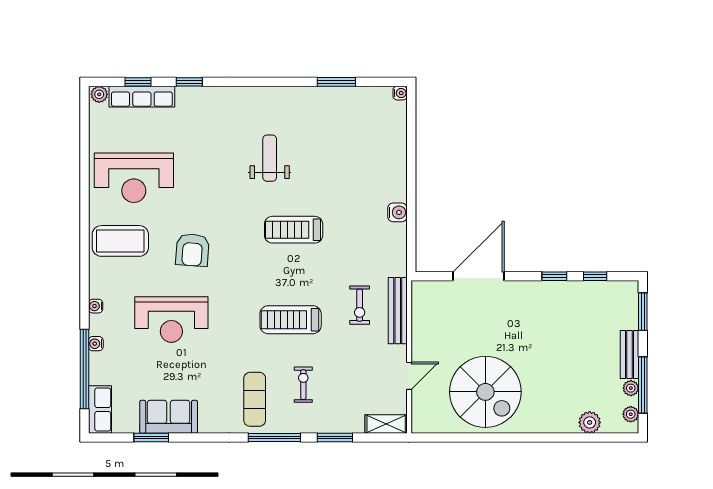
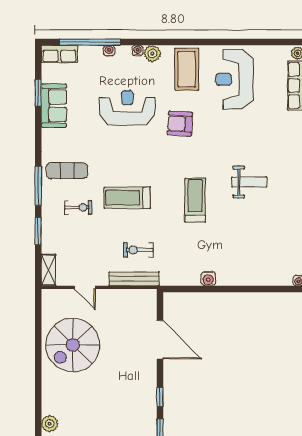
plant: (100, 286) -> (152, 54), added
reception desk: (171, 320) -> (127, 108), turned 90
treadmill: (291, 320) -> (127, 198), turned -90

